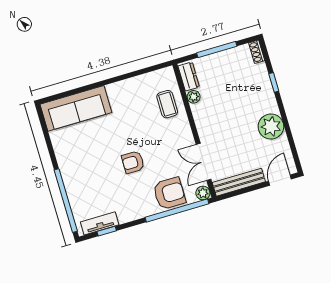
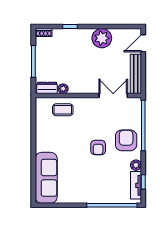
double door: (204, 162) -> (113, 95), swing flipped
door: (280, 180) -> (143, 43), hinge flipped
armchair: (169, 193) -> (126, 140), moved
plant: (203, 193) -> (136, 165), moved

